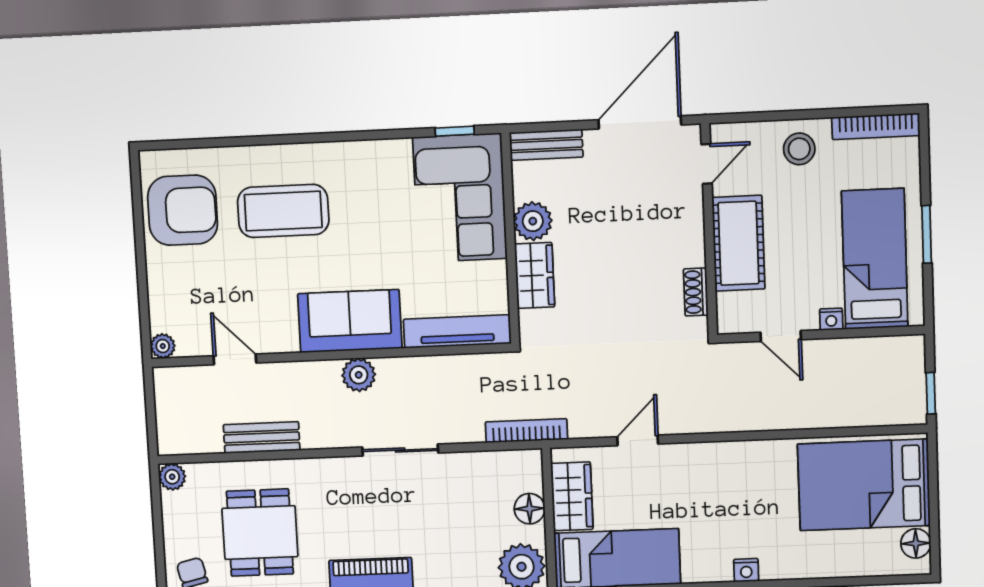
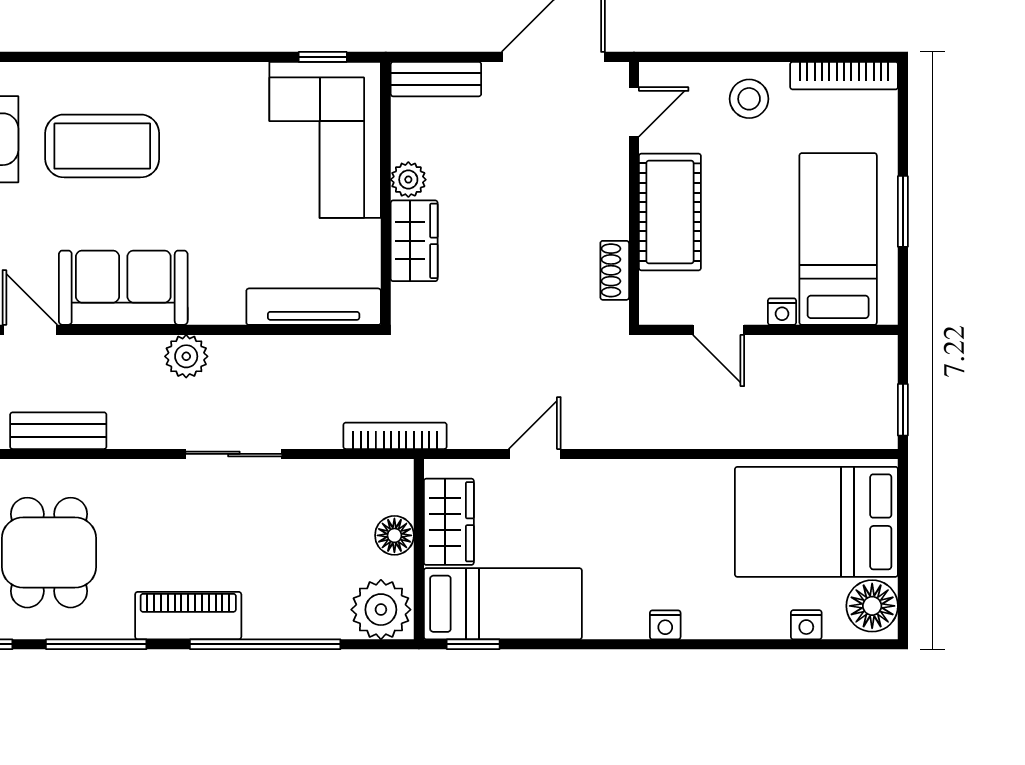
plant: (533, 221) -> (408, 180), width x0.73, depth x0.73
sofa: (350, 321) -> (123, 288), moved
floor lamp: (916, 543) -> (872, 606), width x1.38, depth x1.38
nightstand: (858, 566) -> (806, 625), added

